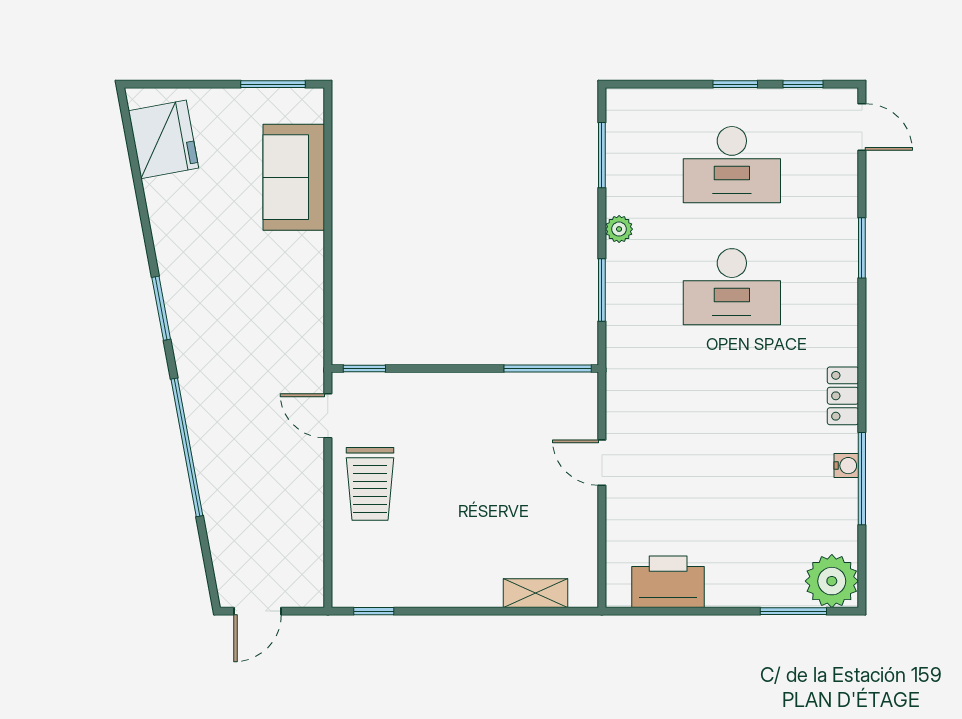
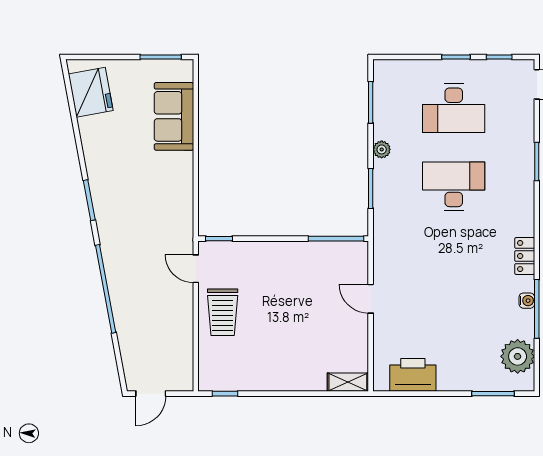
desk: (732, 287) -> (454, 186), turned 180
plant: (832, 581) -> (518, 356), moved
shelving: (536, 593) -> (348, 382), moved

